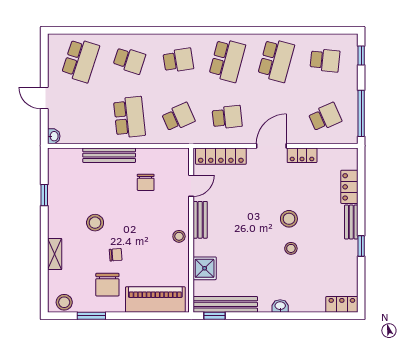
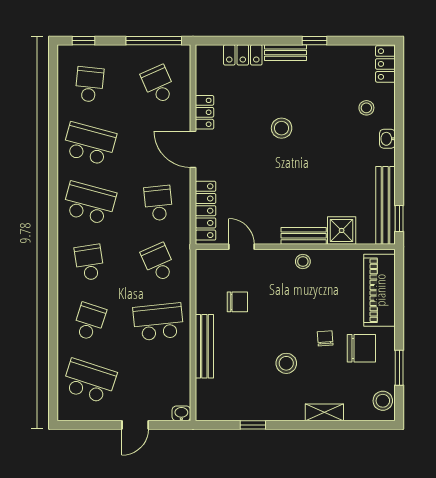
bench: (200, 220) -> (304, 236), moved
stool: (291, 248) -> (366, 108), moved

